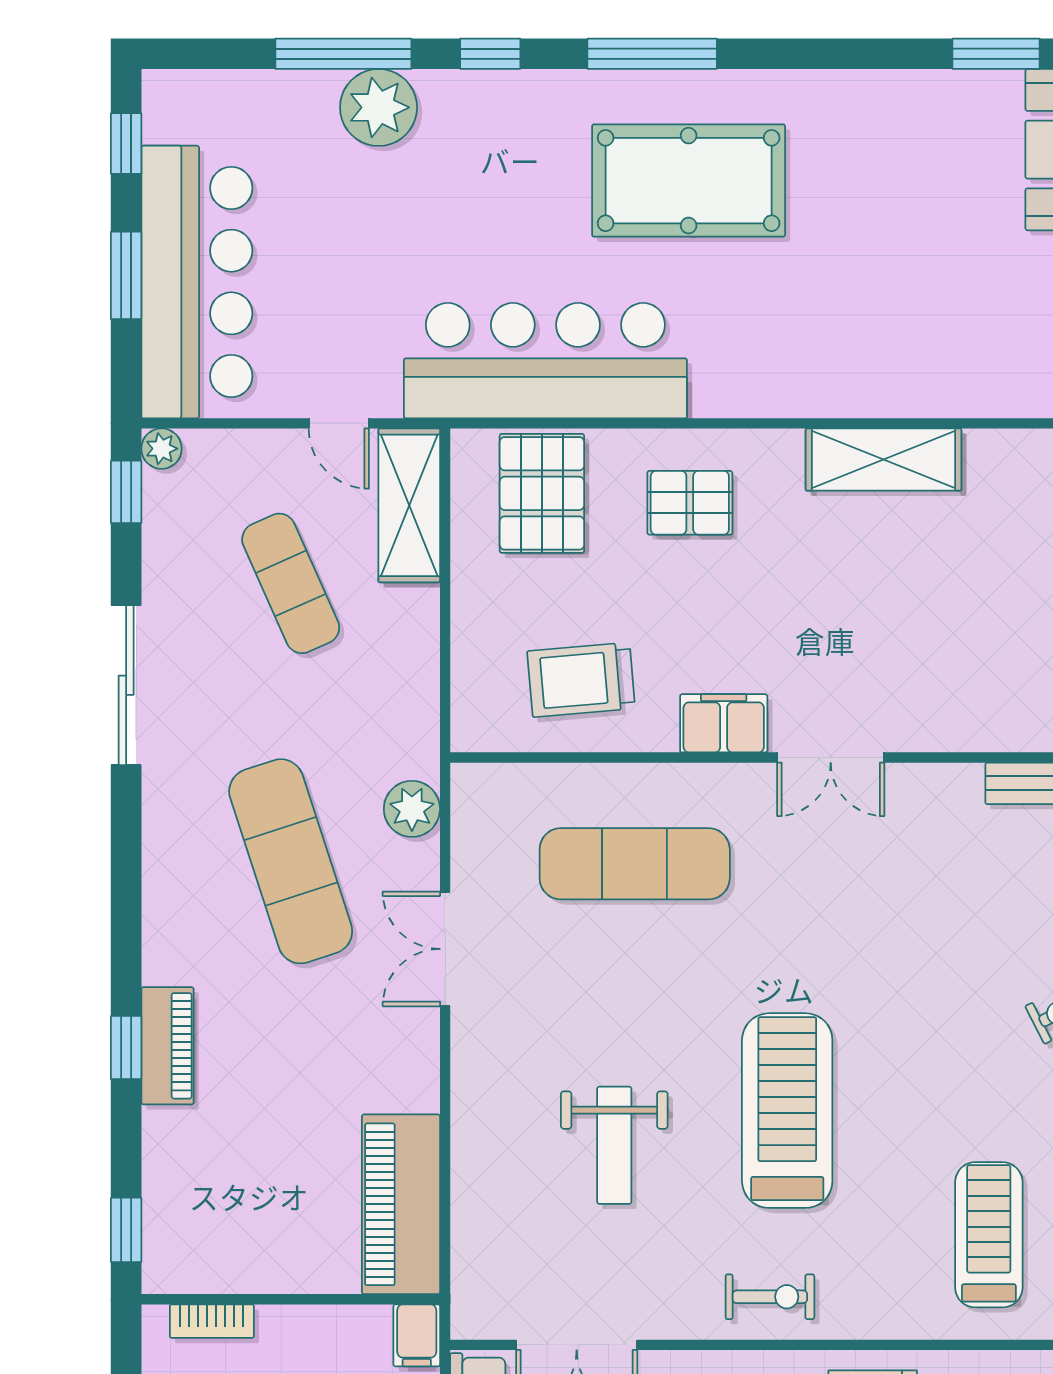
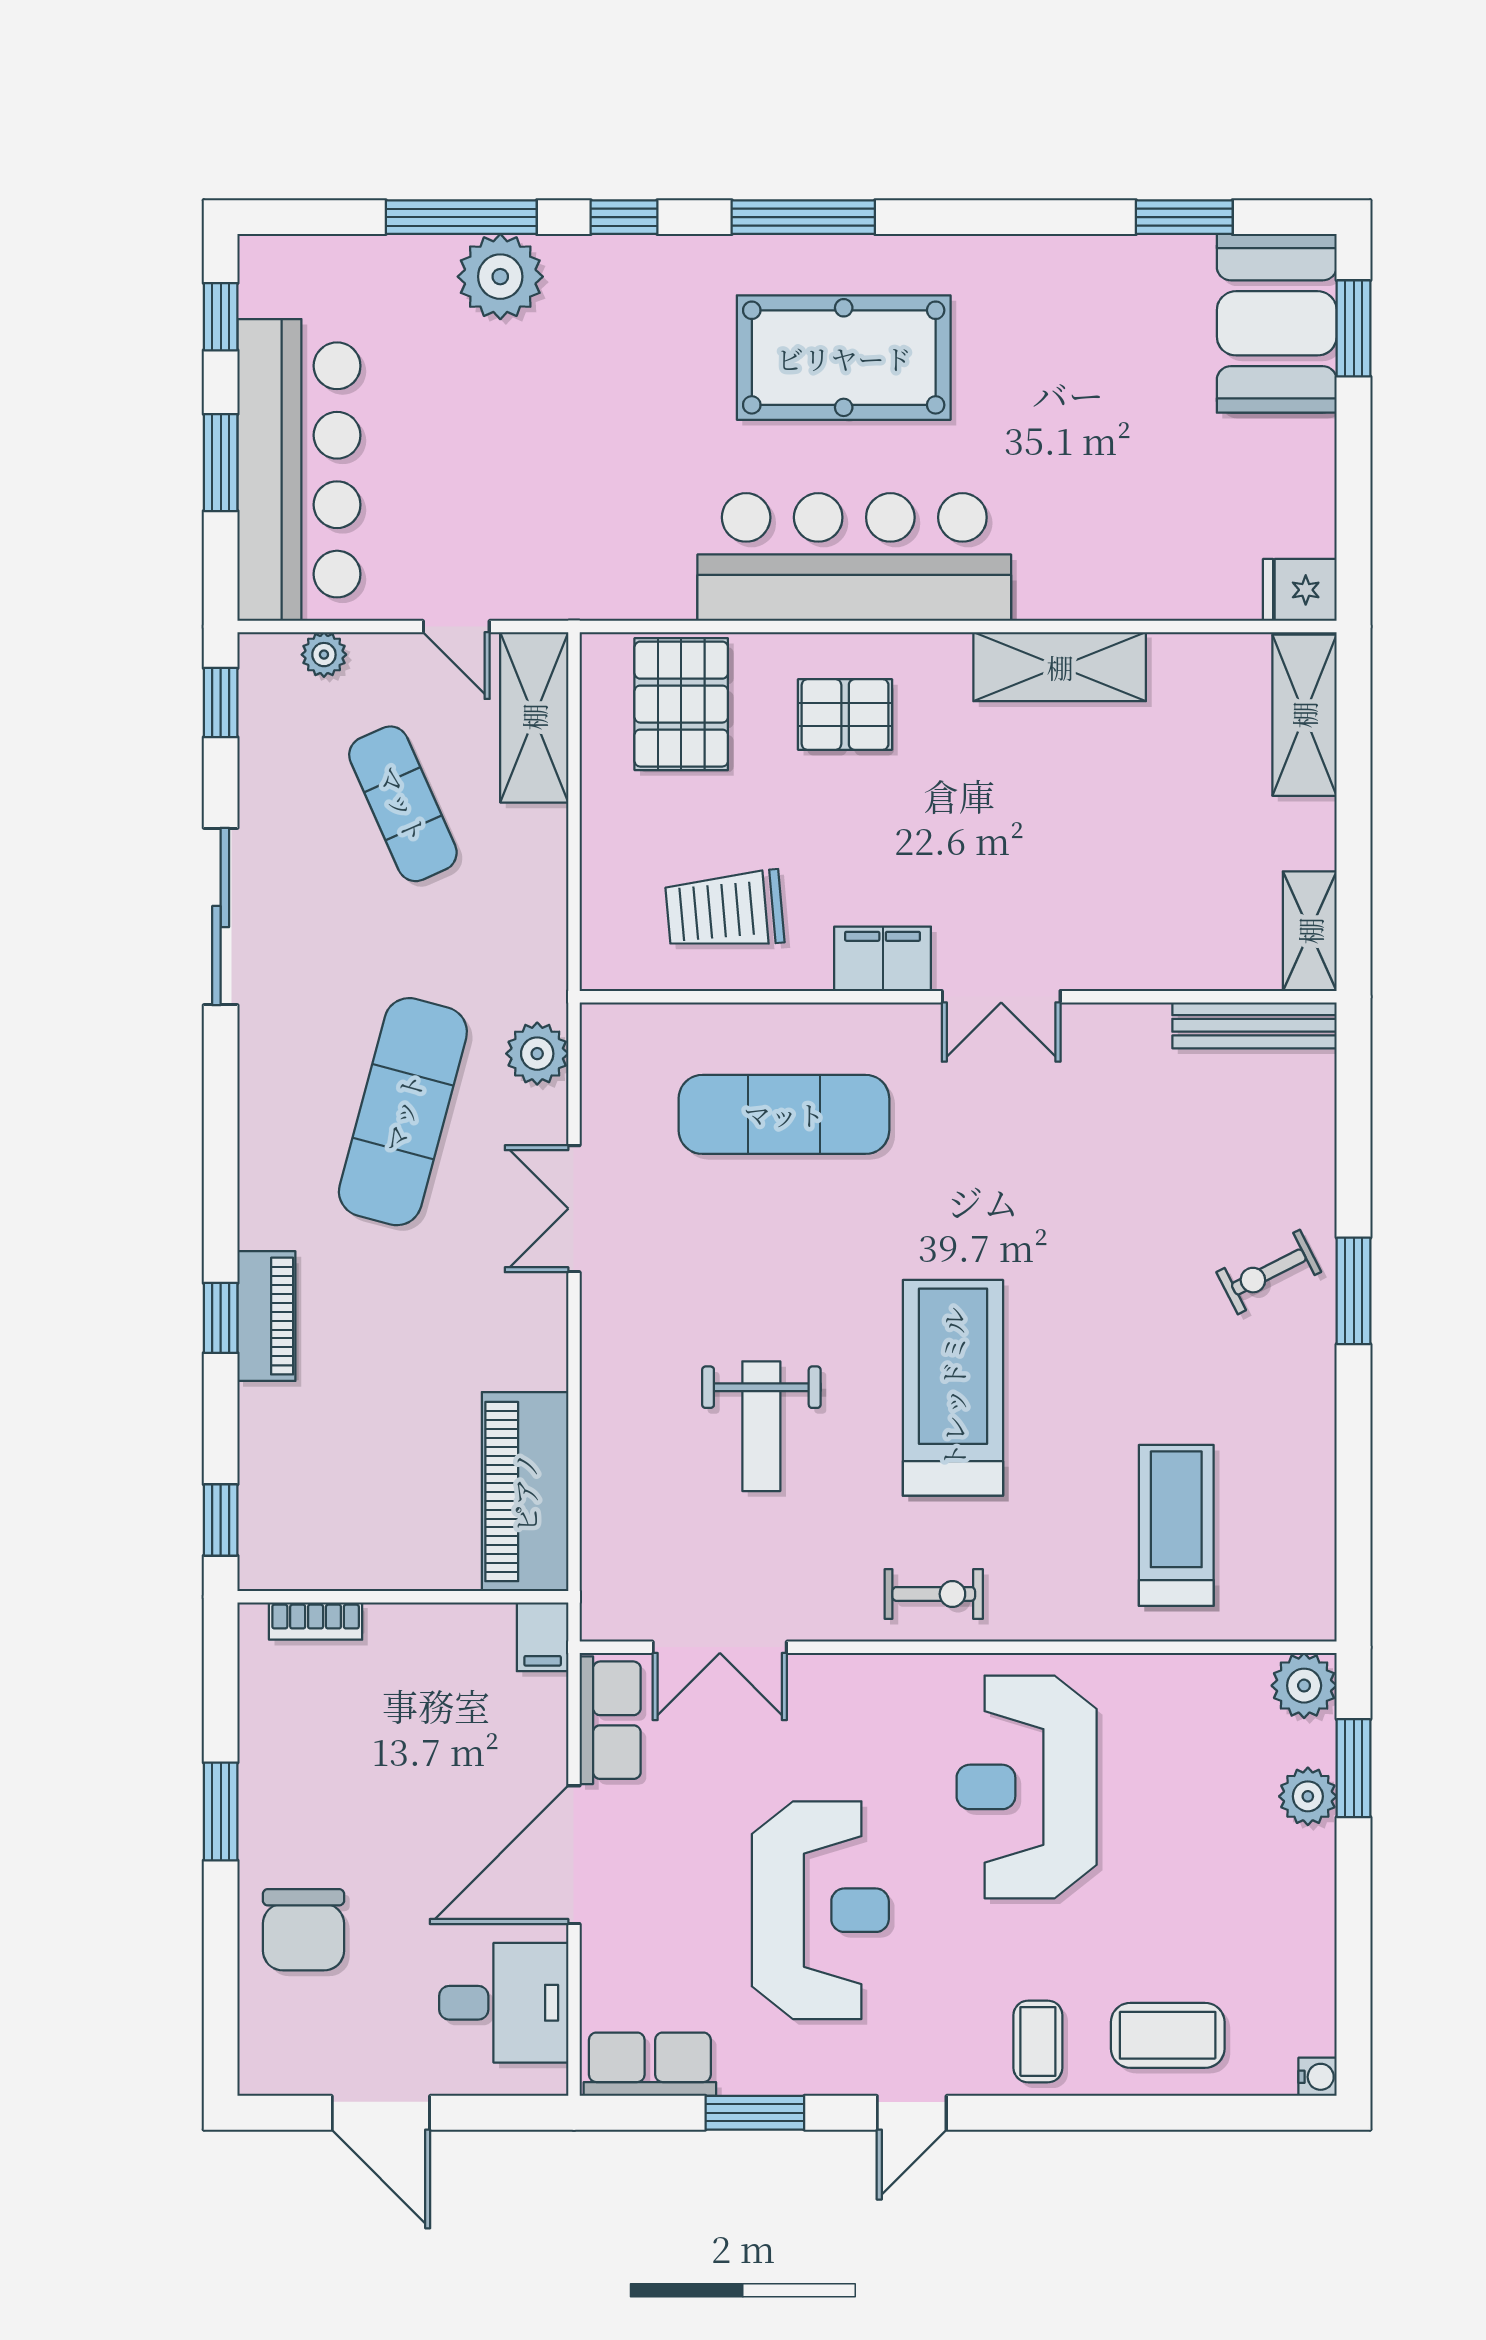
bar counter: (545, 361) -> (854, 557), moved
plant: (162, 449) -> (324, 655), moved
exercise mat: (291, 861) -> (403, 1112), turned 33

